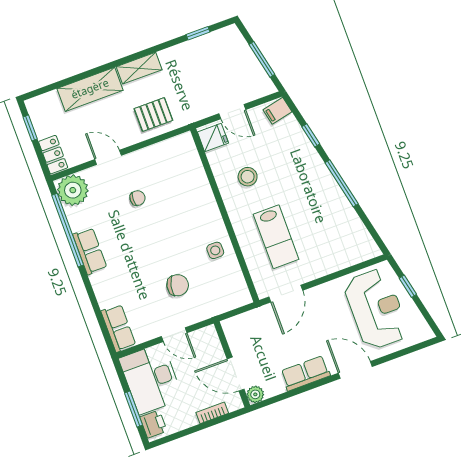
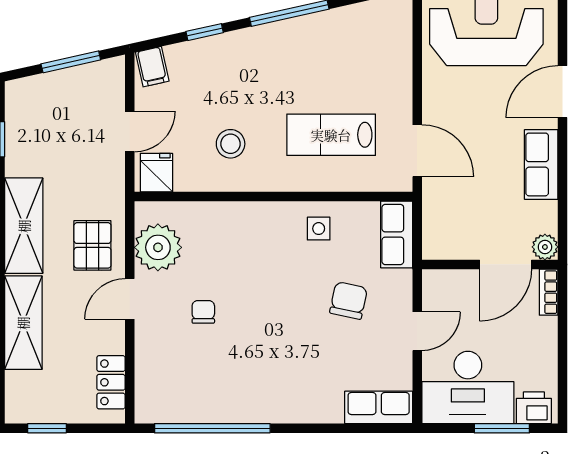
shelving: (139, 68) -> (24, 226), width x1.50, depth x1.33
locker: (53, 155) -> (111, 382), moved, turned -90
door: (108, 157) -> (130, 299), moved
plant: (73, 190) -> (158, 247), moved
lab bench: (276, 237) -> (331, 135), turned 180
row of seats: (90, 251) -> (397, 234), moved, turned -90
bookcase: (212, 413) -> (549, 292), moved

